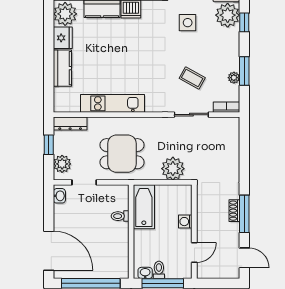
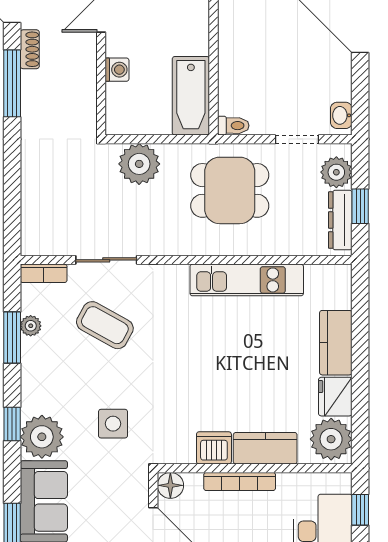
coffee table: (192, 78) -> (105, 325), width x1.36, depth x1.30
dresser: (70, 124) -> (340, 220), moved, turned -90
shoe rack: (234, 211) -> (30, 49), moved
toilet: (120, 216) -> (233, 126), moved

